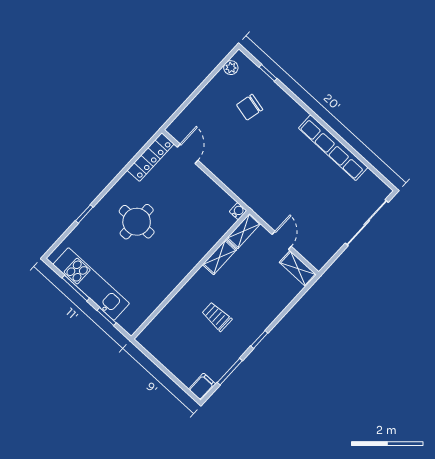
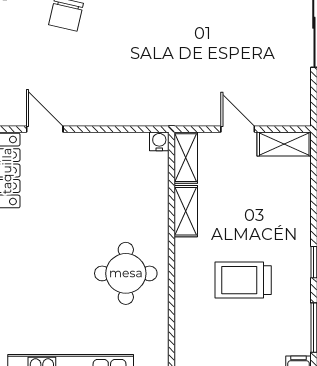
round table: (137, 222) -> (126, 273), moved
trolley: (217, 317) -> (243, 280), width x1.36, depth x1.39

